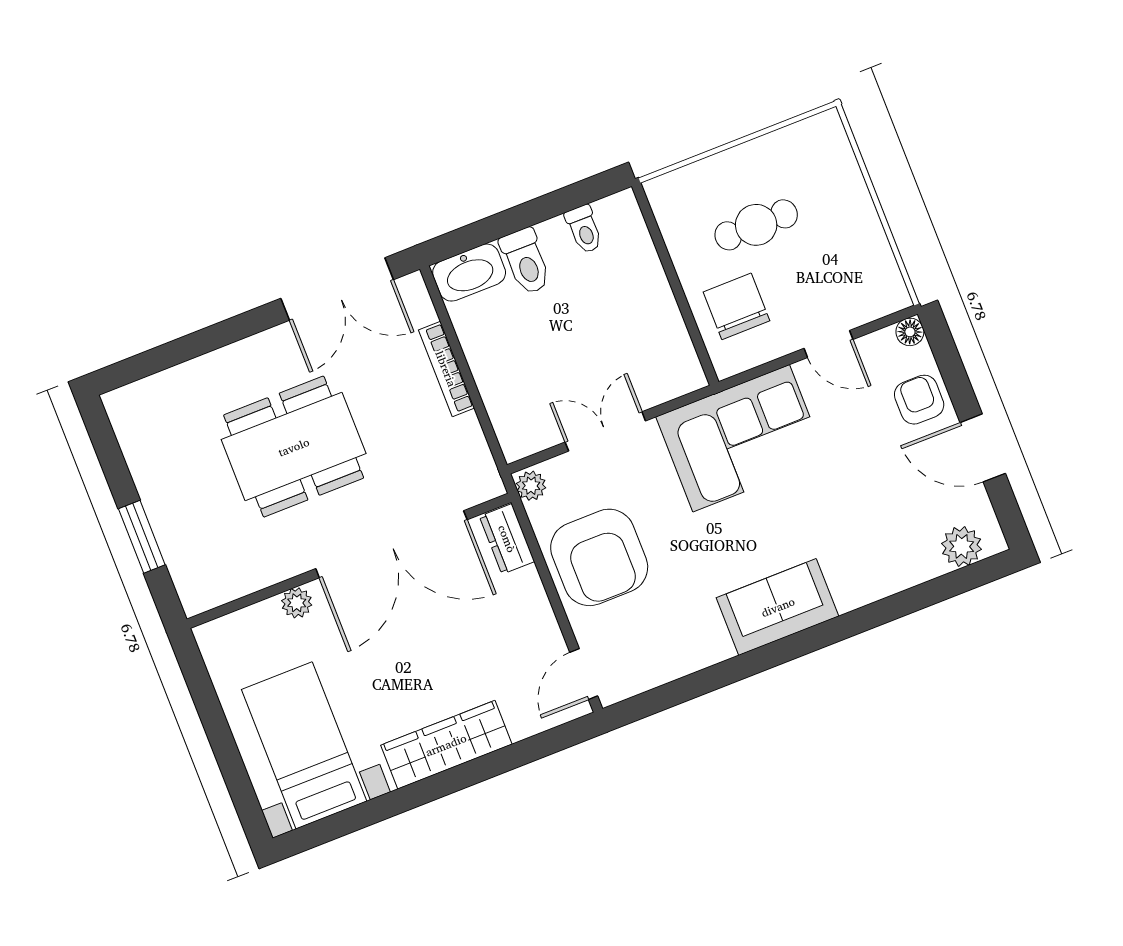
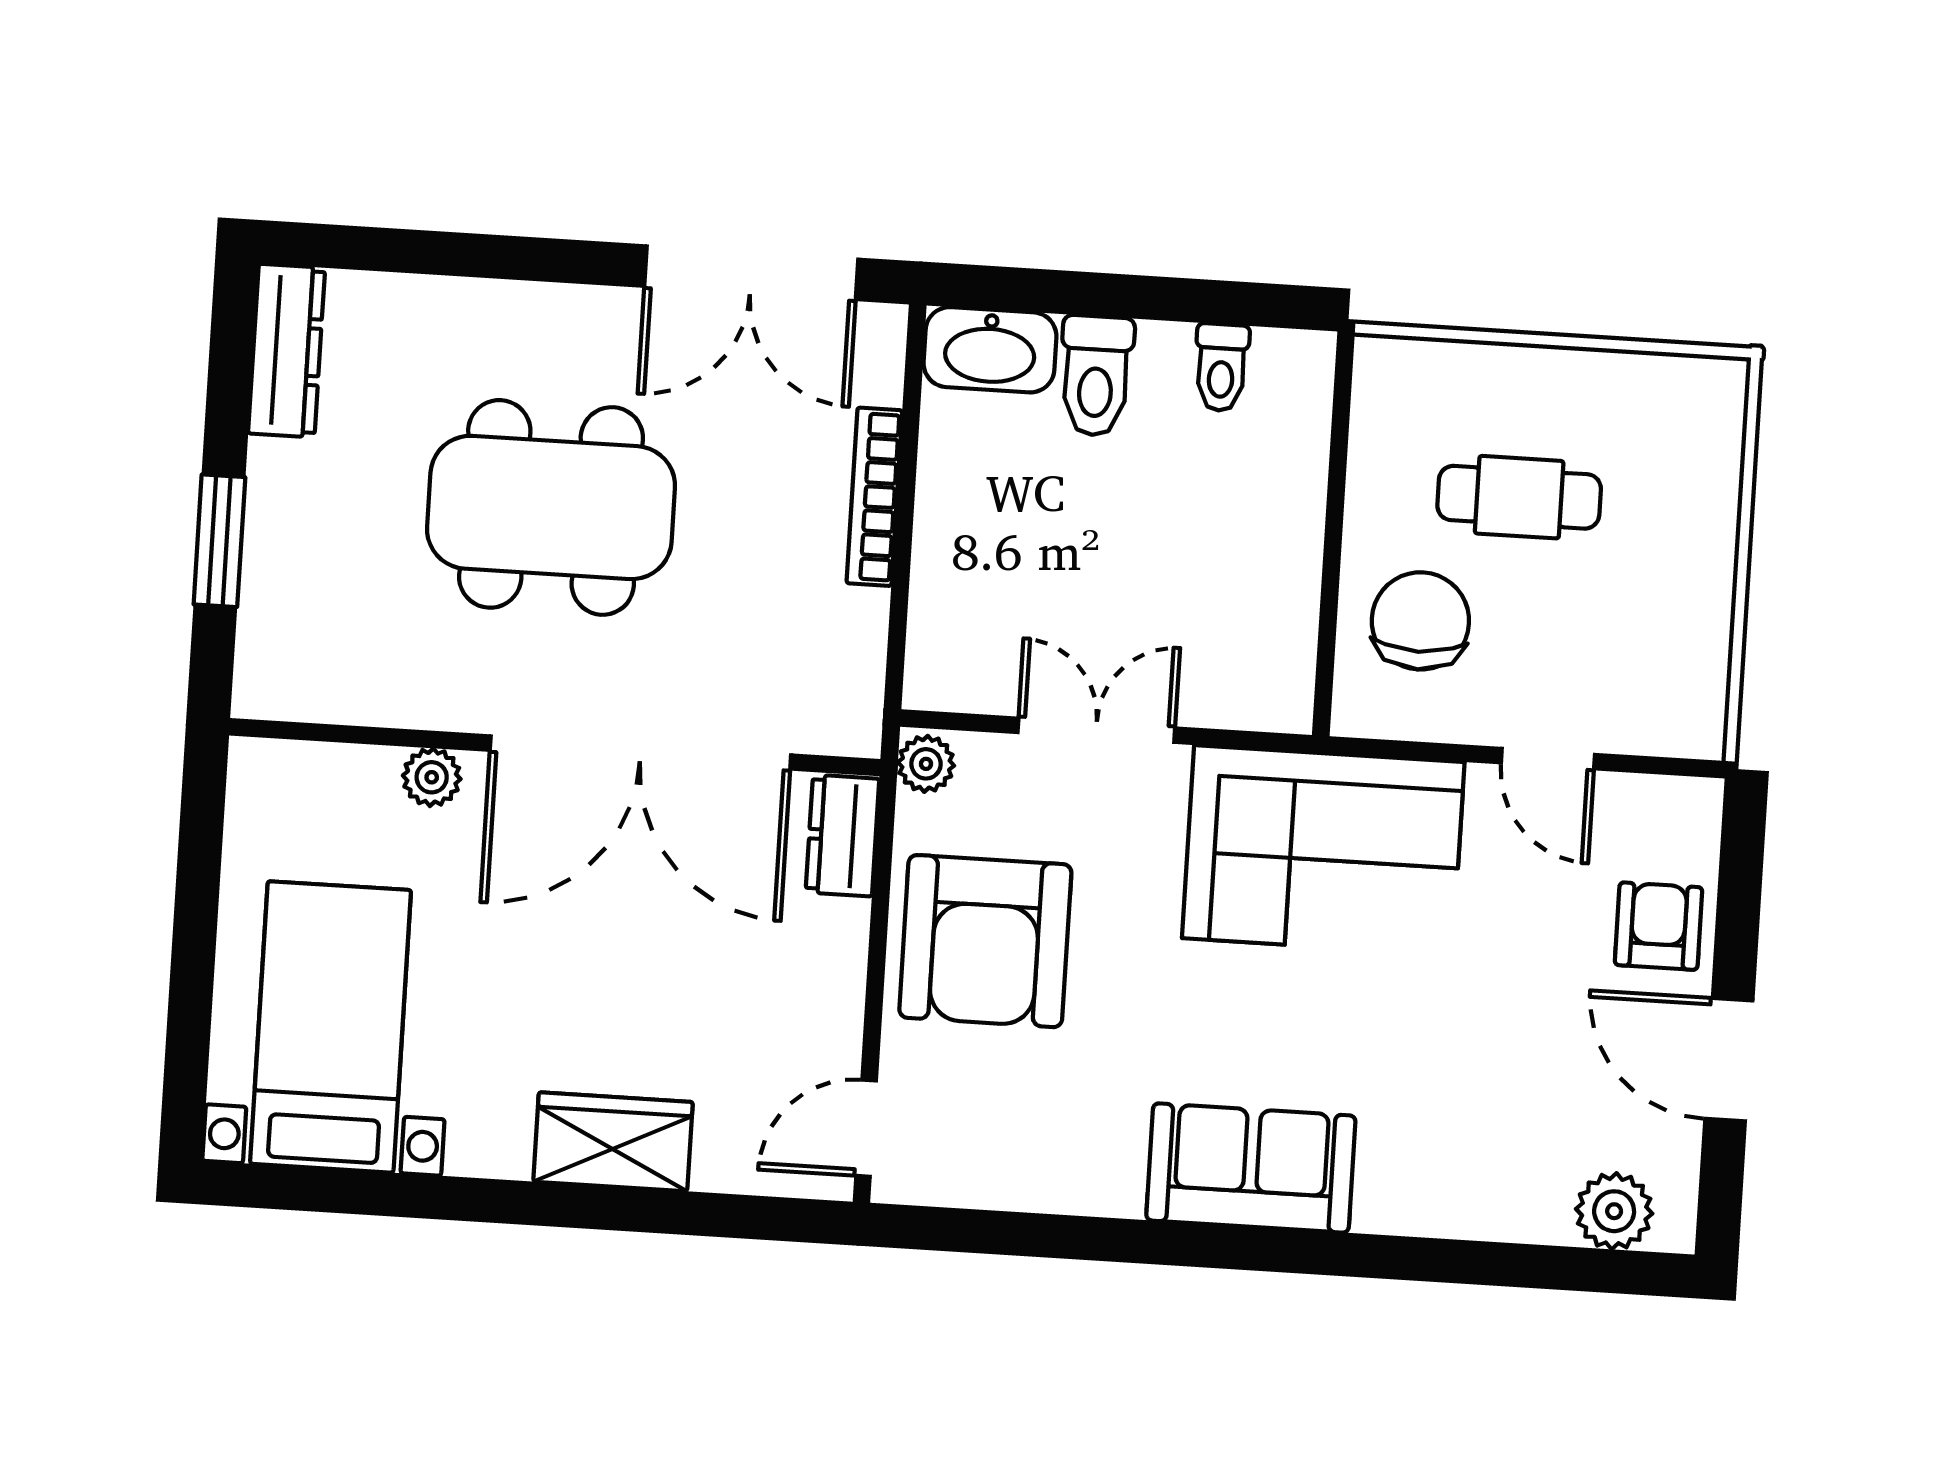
floor lamp: (910, 332) -> (1697, 803), removed
dresser: (132, 430) -> (287, 351), added
wardrobe: (446, 745) -> (613, 1142), width x0.67

